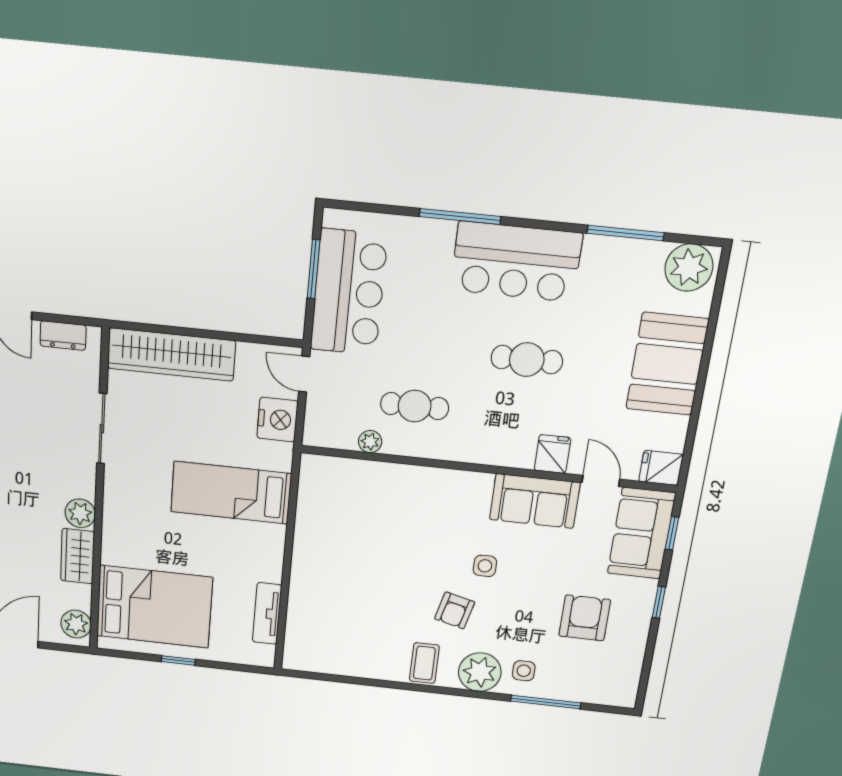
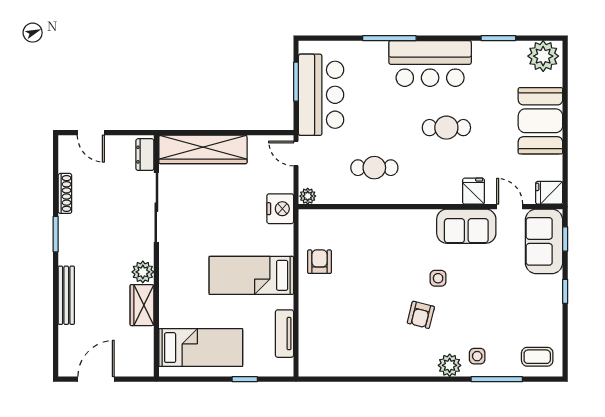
window: (625, 233) -> (498, 38), width x0.69
dresser: (63, 335) -> (145, 155), moved, turned 90
nightstand: (277, 420) -> (280, 209), moved
sliding door: (102, 429) -> (156, 207), width x1.37
plant: (370, 442) -> (308, 196), moved
bed: (231, 493) -> (251, 275), moved
bed: (154, 607) -> (201, 348), width x0.67
armchair: (585, 618) -> (319, 262), moved, width x0.72, depth x0.72
plant: (76, 624) -> (143, 359), removed
window: (178, 660) -> (245, 379), moved
coffee table: (424, 663) -> (537, 357), moved, turned 90
plant: (480, 672) -> (450, 365), width x0.73, depth x0.73

